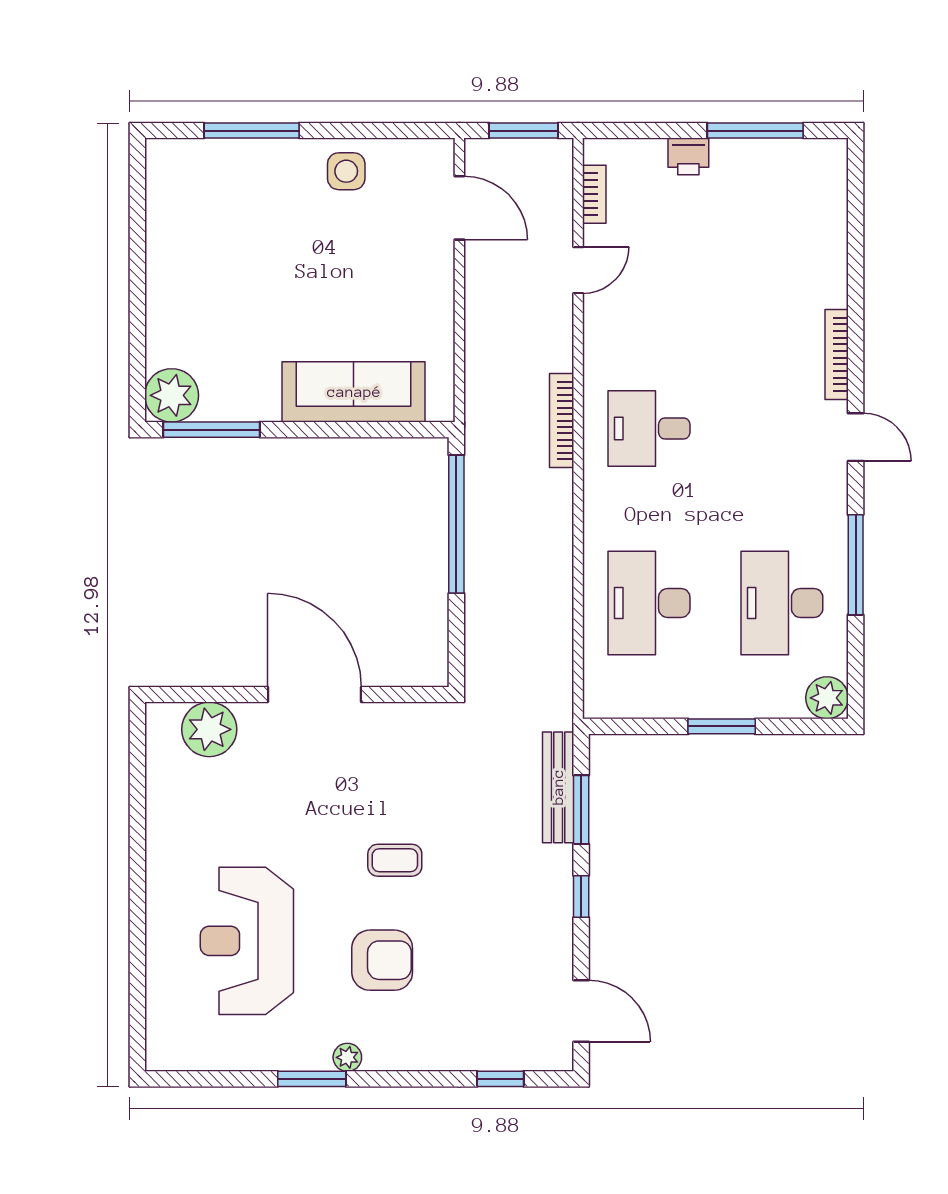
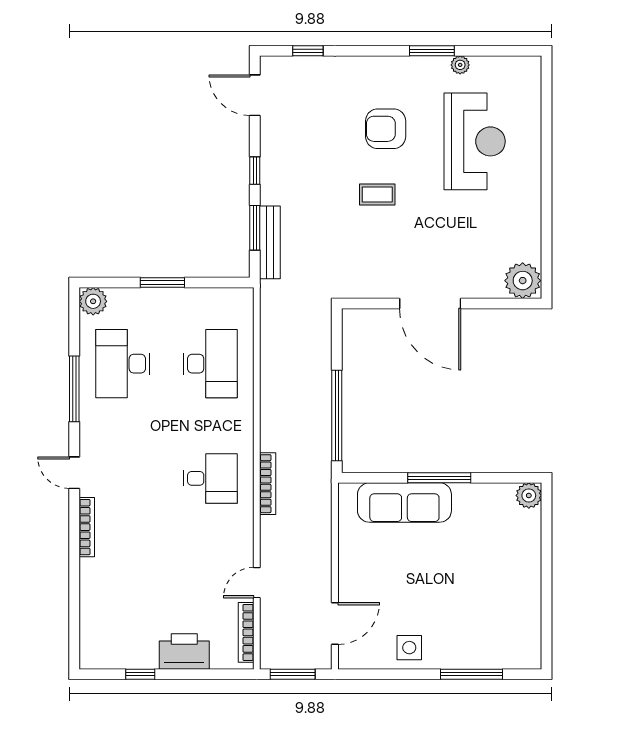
window: (755, 131) -> (140, 674), width x0.46
printer: (688, 156) -> (184, 652), width x1.87, depth x1.48
bookcase: (594, 194) -> (246, 632), width x1.56
door: (459, 208) -> (335, 623), swing flipped
plant: (172, 395) -> (529, 495), width x0.73, depth x0.73
window: (212, 430) -> (439, 478), moved
desk: (782, 603) -> (123, 364), turned 180
plant: (209, 729) -> (523, 281), moved
plant: (347, 1057) -> (460, 65), moved

